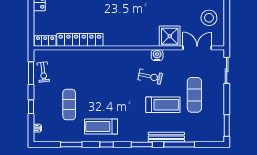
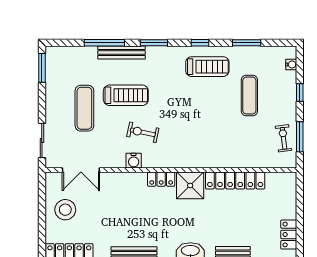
shower: (170, 36) -> (190, 185), moved
locker: (45, 41) -> (161, 179), moved
treadmill: (163, 105) -> (126, 95), turned 180

